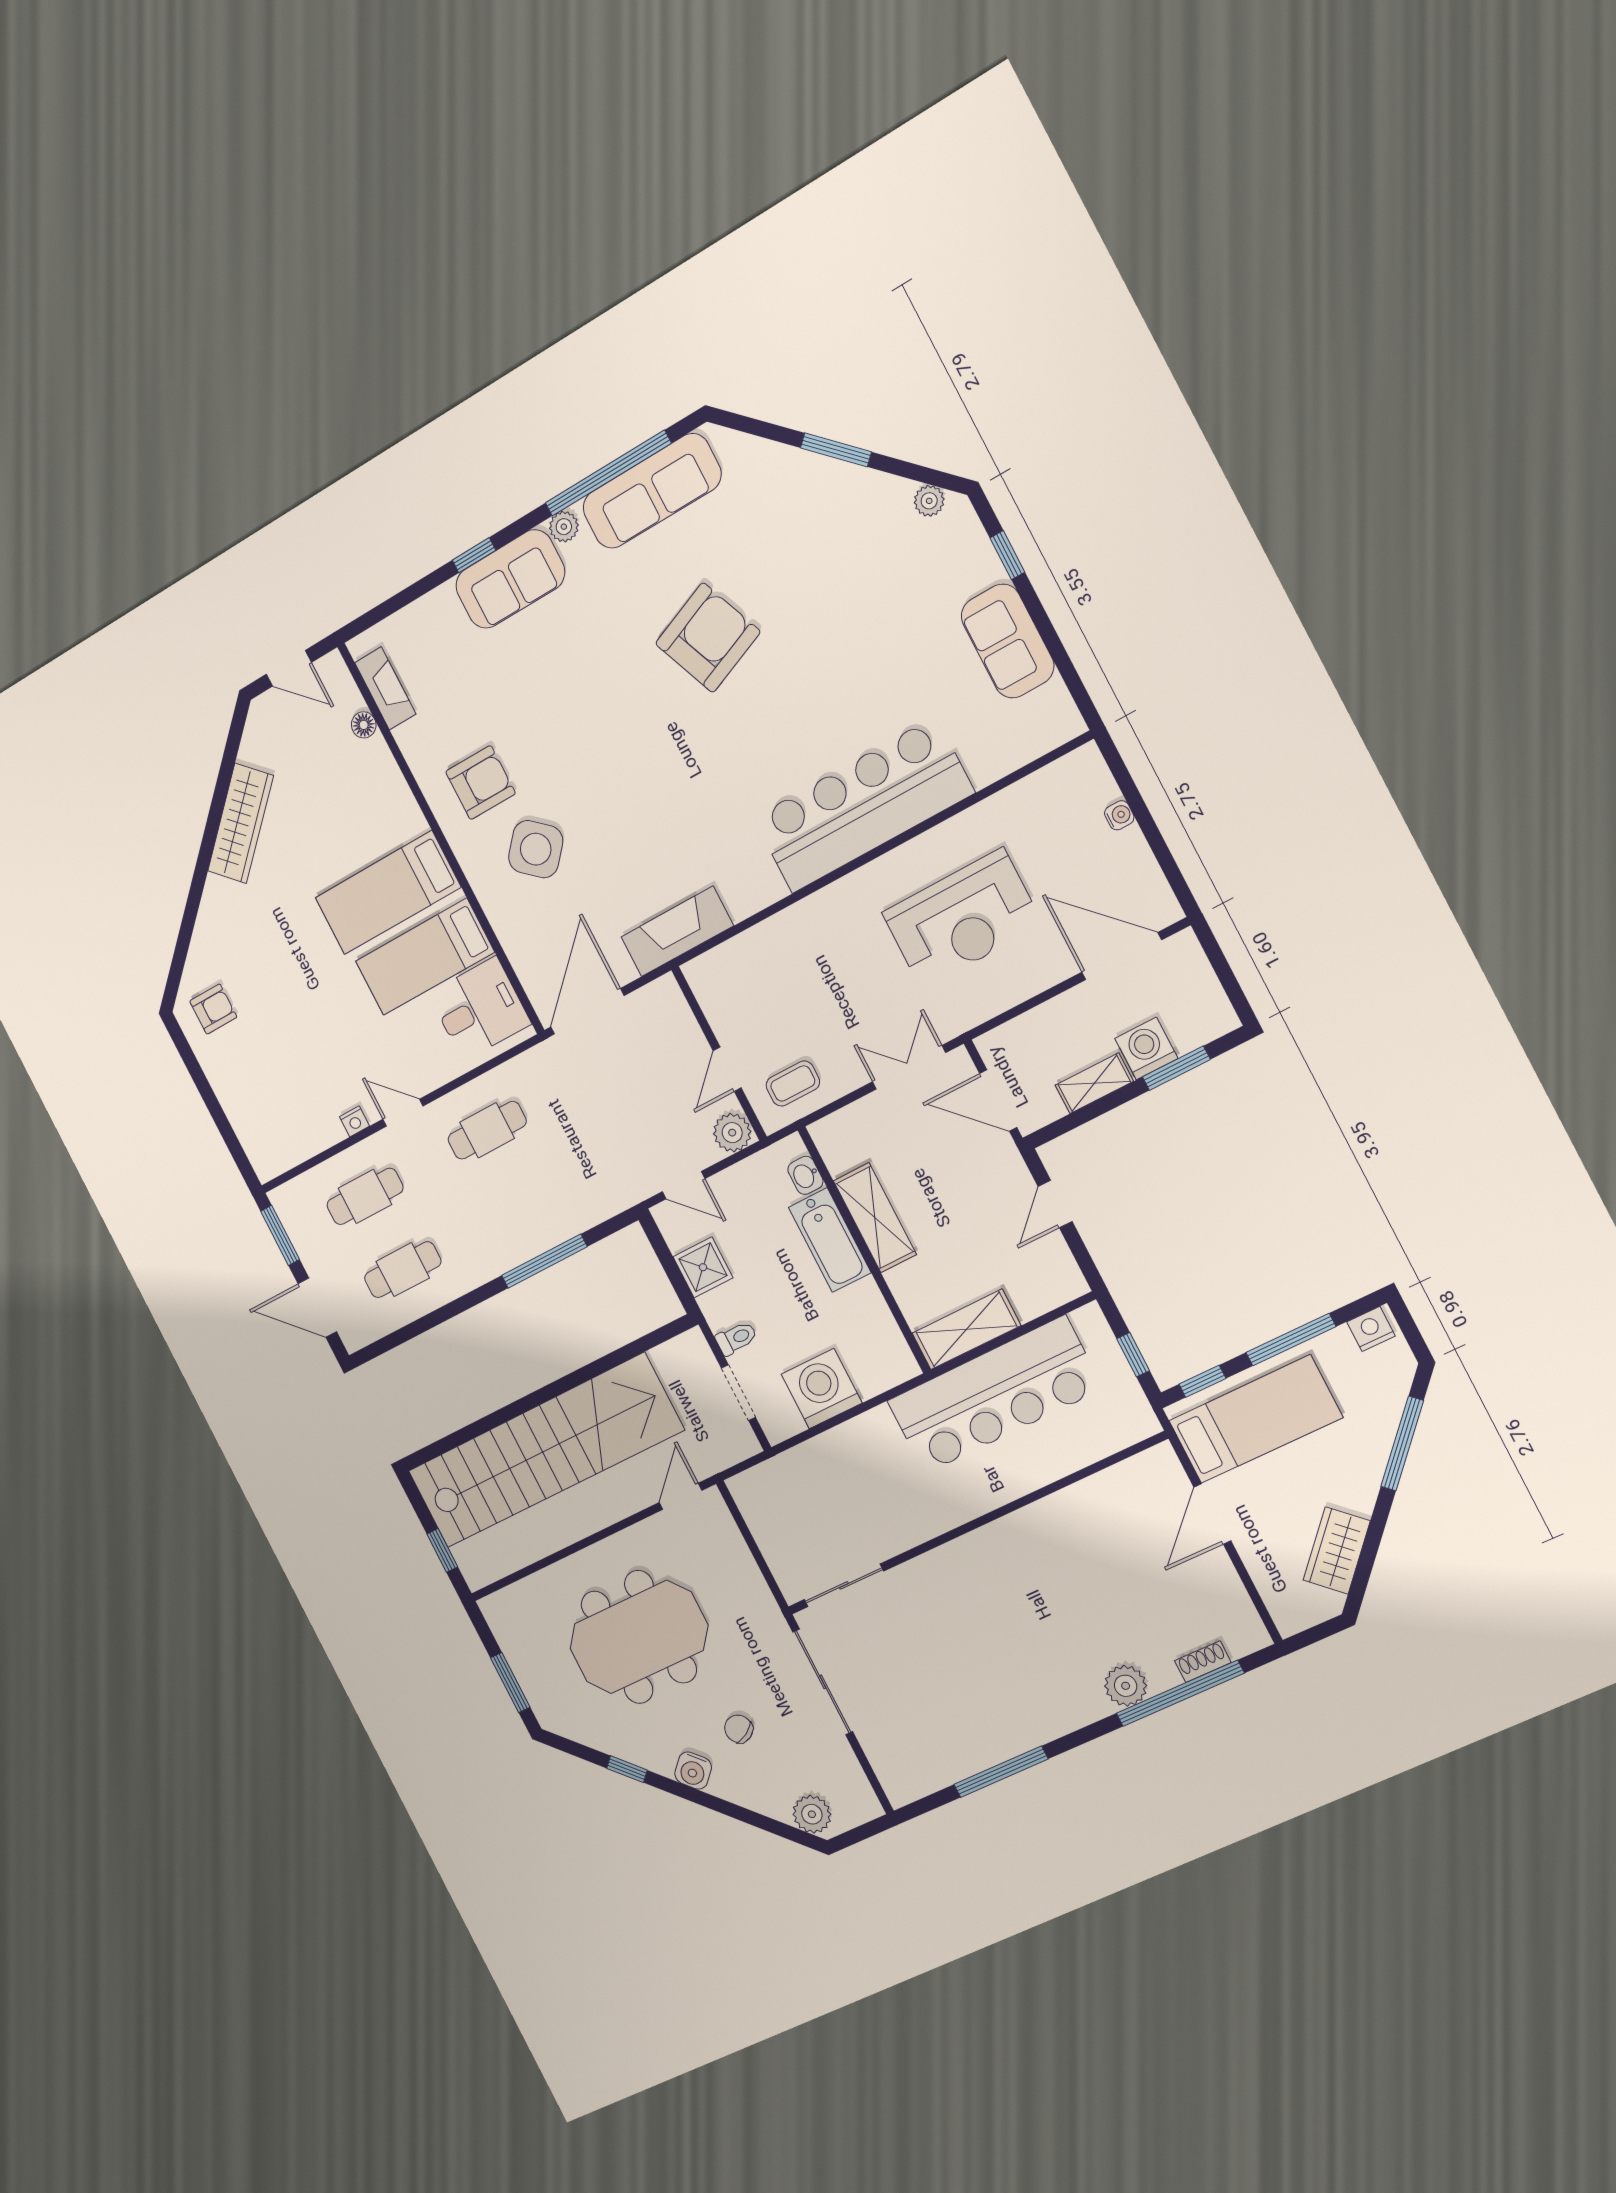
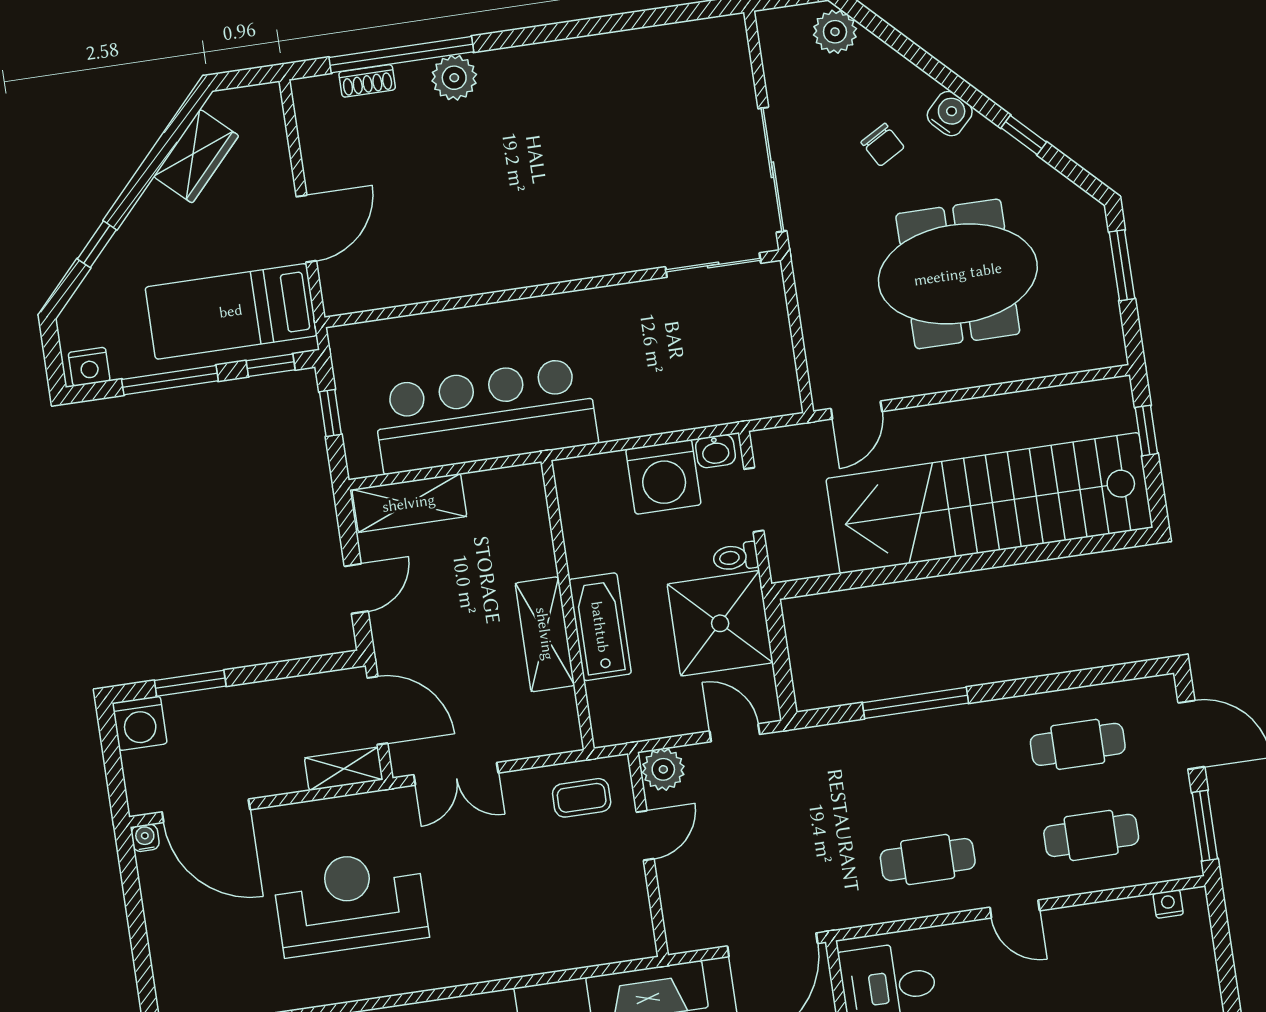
water cooler: (1119, 815) -> (145, 838), moved, turned 90
washing machine: (1146, 1048) -> (140, 723), moved
shelving: (1094, 1083) -> (344, 769), moved
nightstand: (354, 1121) -> (1168, 904), moved
washbasin: (805, 1175) -> (715, 451), moved, turned 90
shower: (703, 1267) -> (720, 623), width x1.86, depth x1.86
shelving: (966, 1329) -> (409, 503), moved
window: (1402, 1444) -> (97, 244), width x0.46
window: (1001, 1772) -> (615, 23), removed

